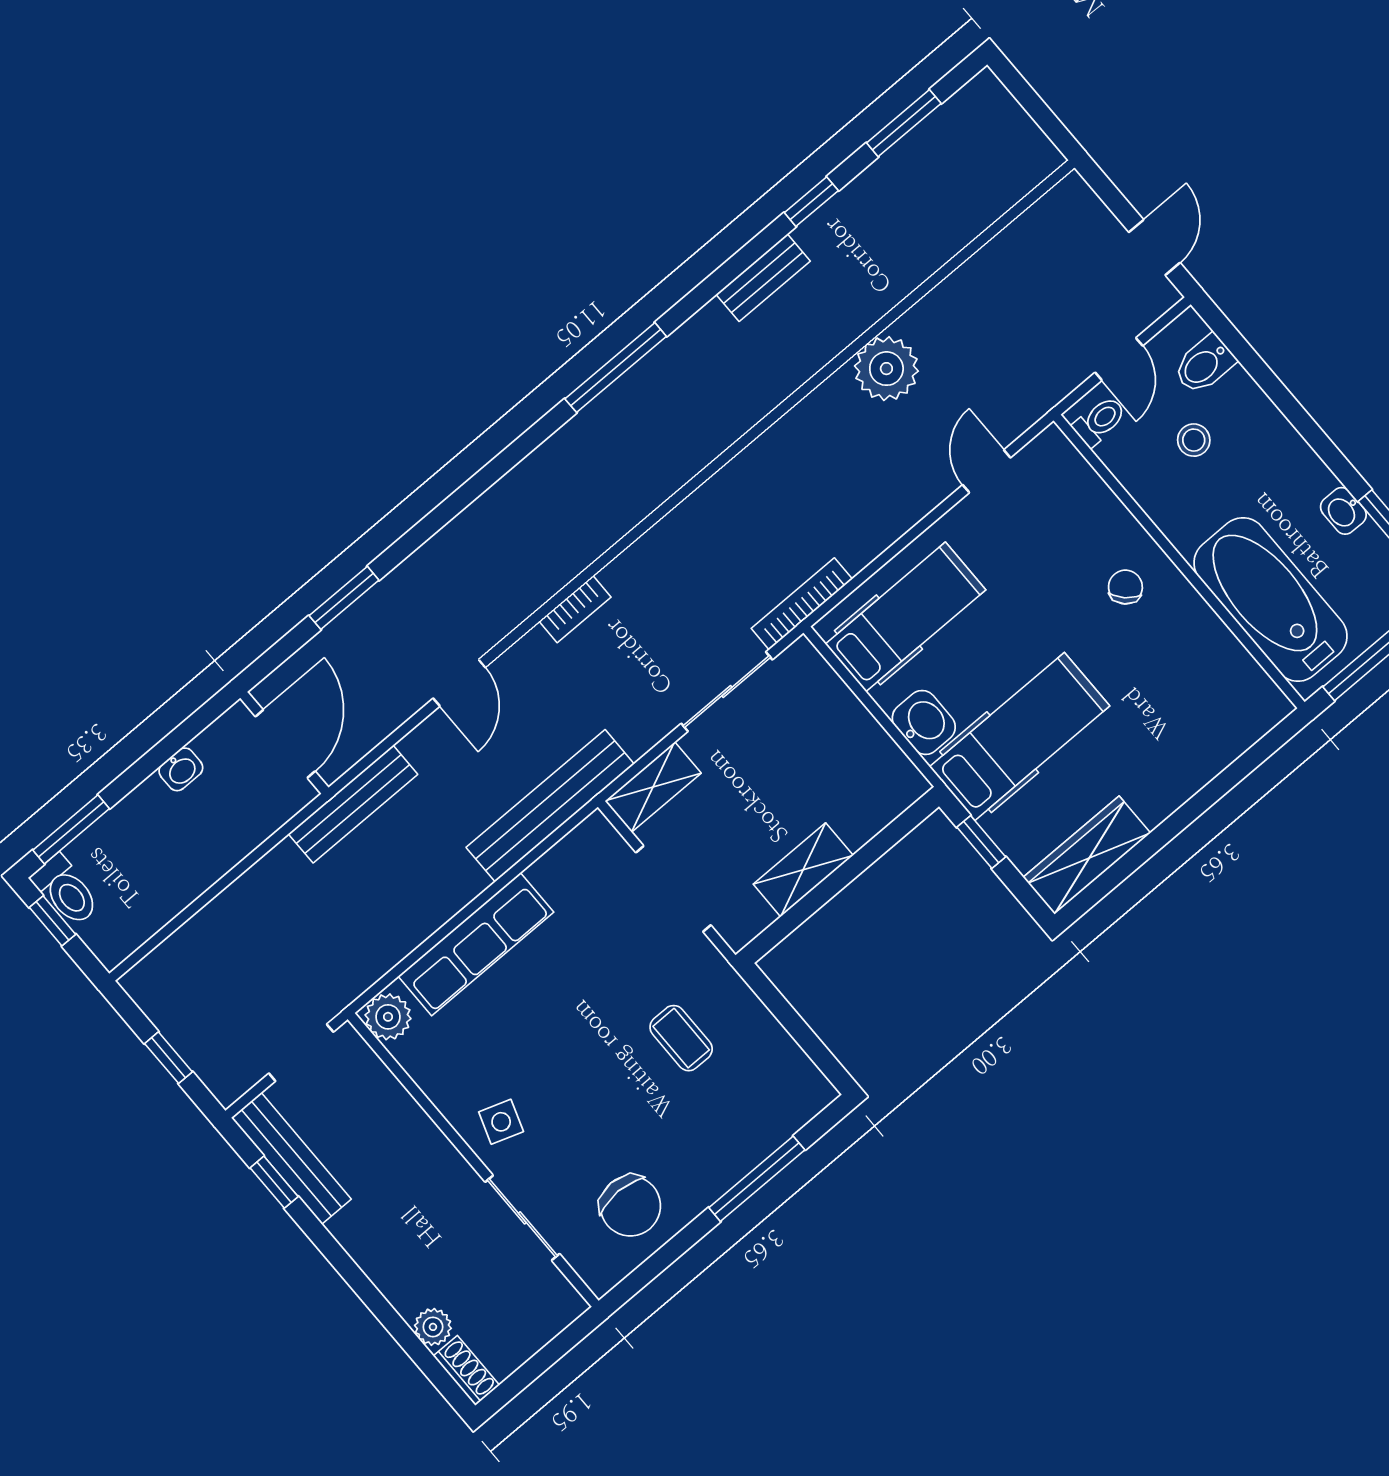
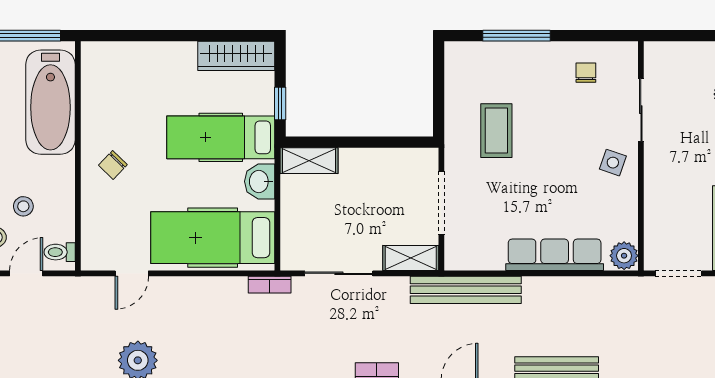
bookcase: (802, 604) -> (270, 285), width x0.64
hospital bed: (906, 617) -> (213, 238), width x1.37, depth x1.29
shelving: (803, 870) -> (309, 161), moved
coffee table: (681, 1038) -> (496, 131), width x1.36, depth x1.30
chair: (630, 1206) -> (586, 73), width x0.54, depth x0.54

